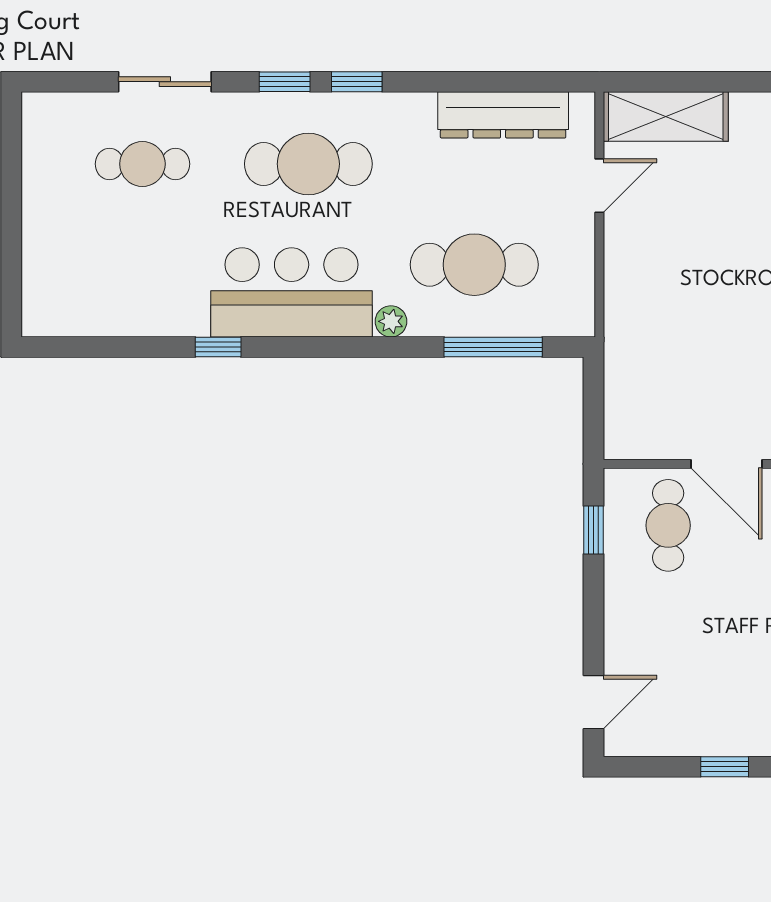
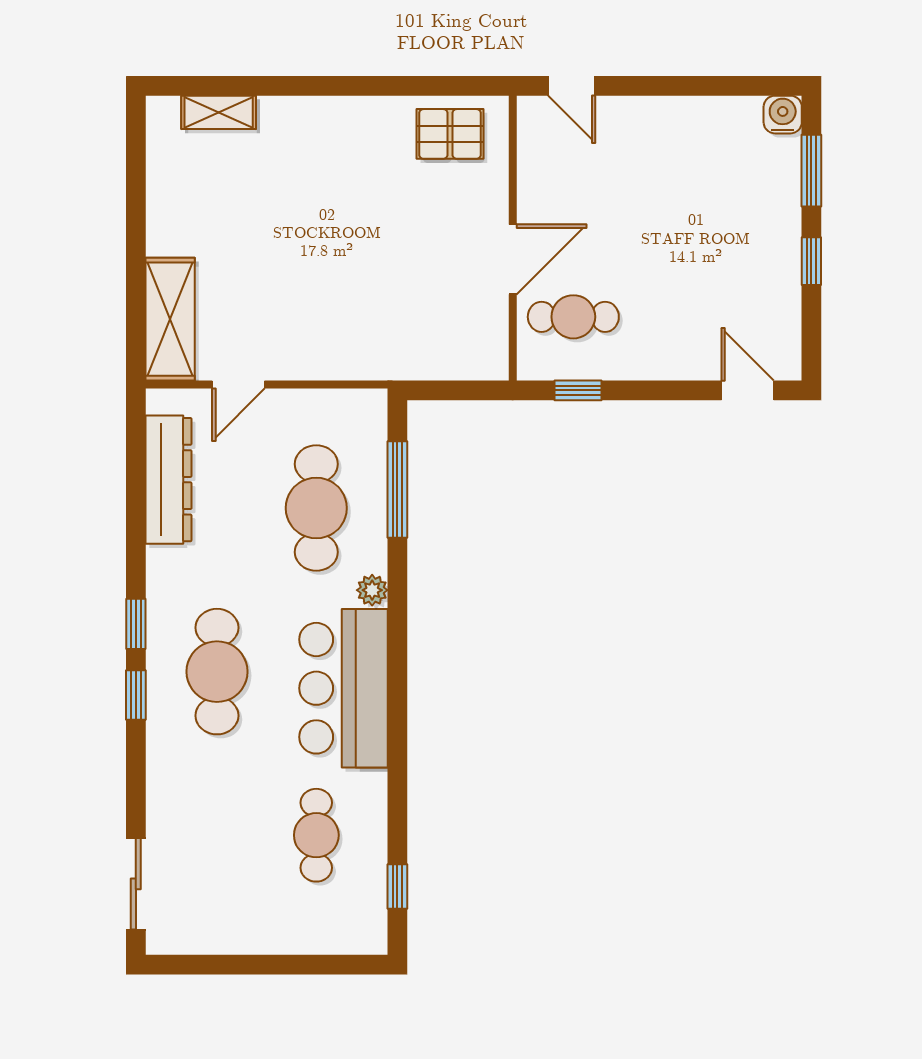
sliding door: (165, 82) -> (136, 884), moved
cafe table: (142, 164) -> (316, 835), moved
door: (599, 186) -> (238, 385), swing flipped
window: (218, 347) -> (397, 886), moved

